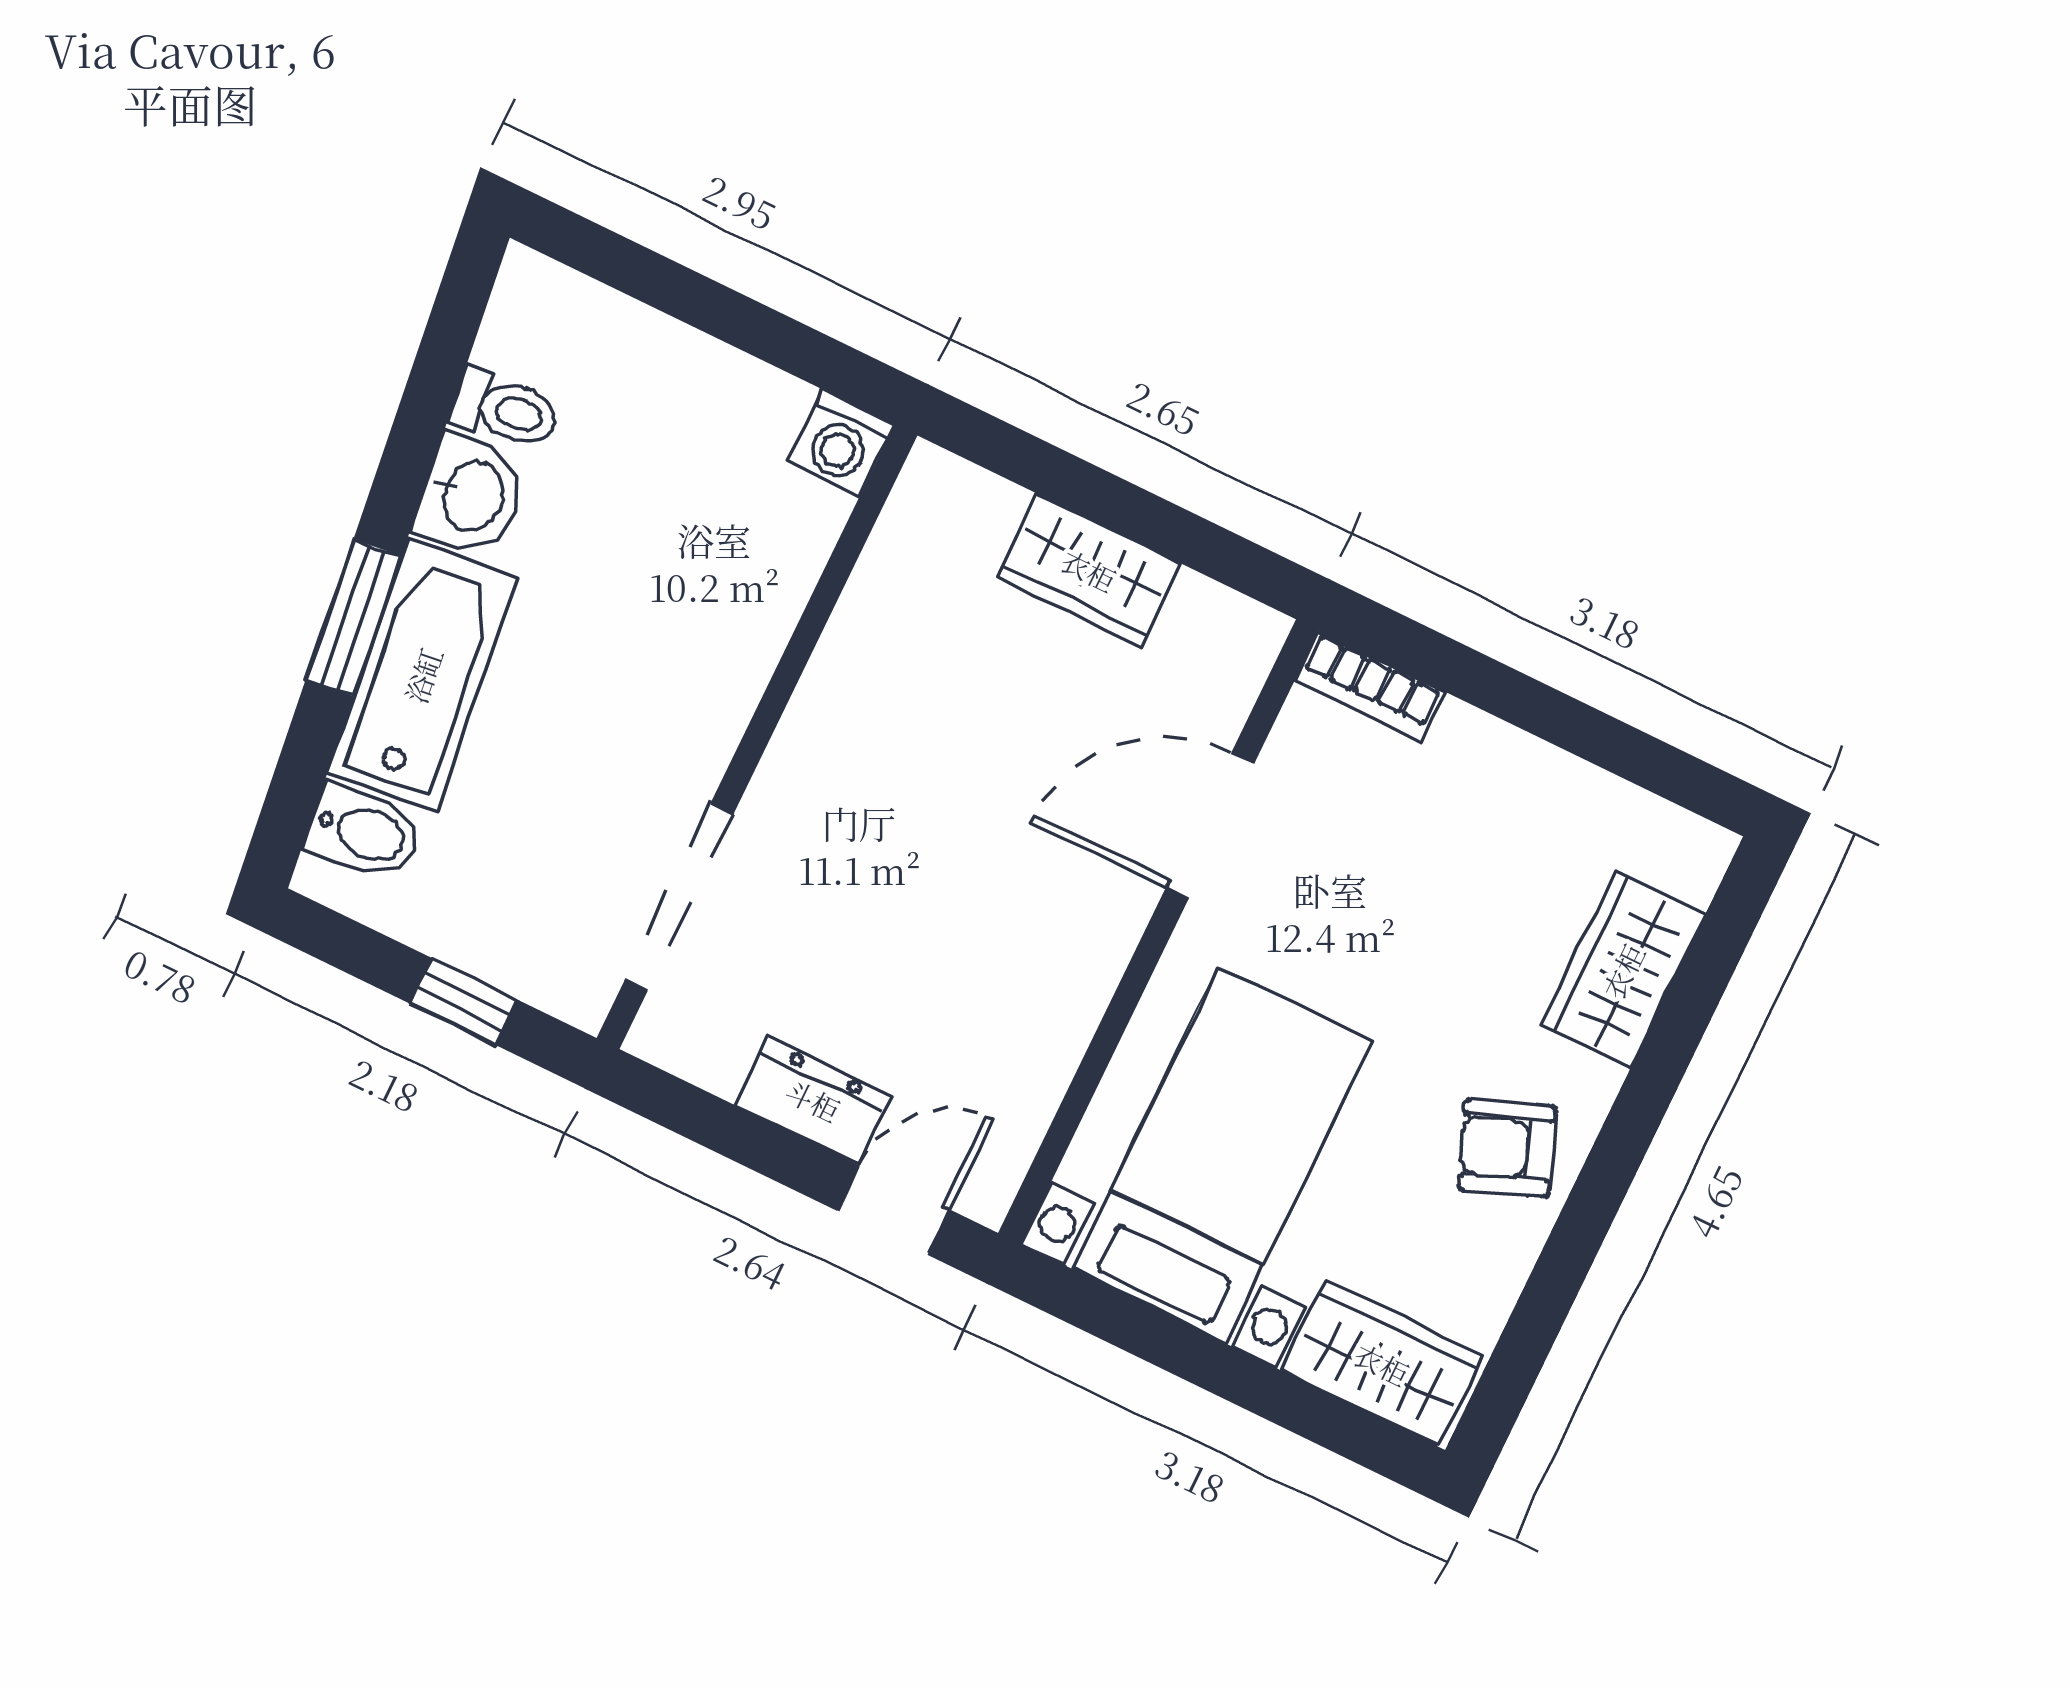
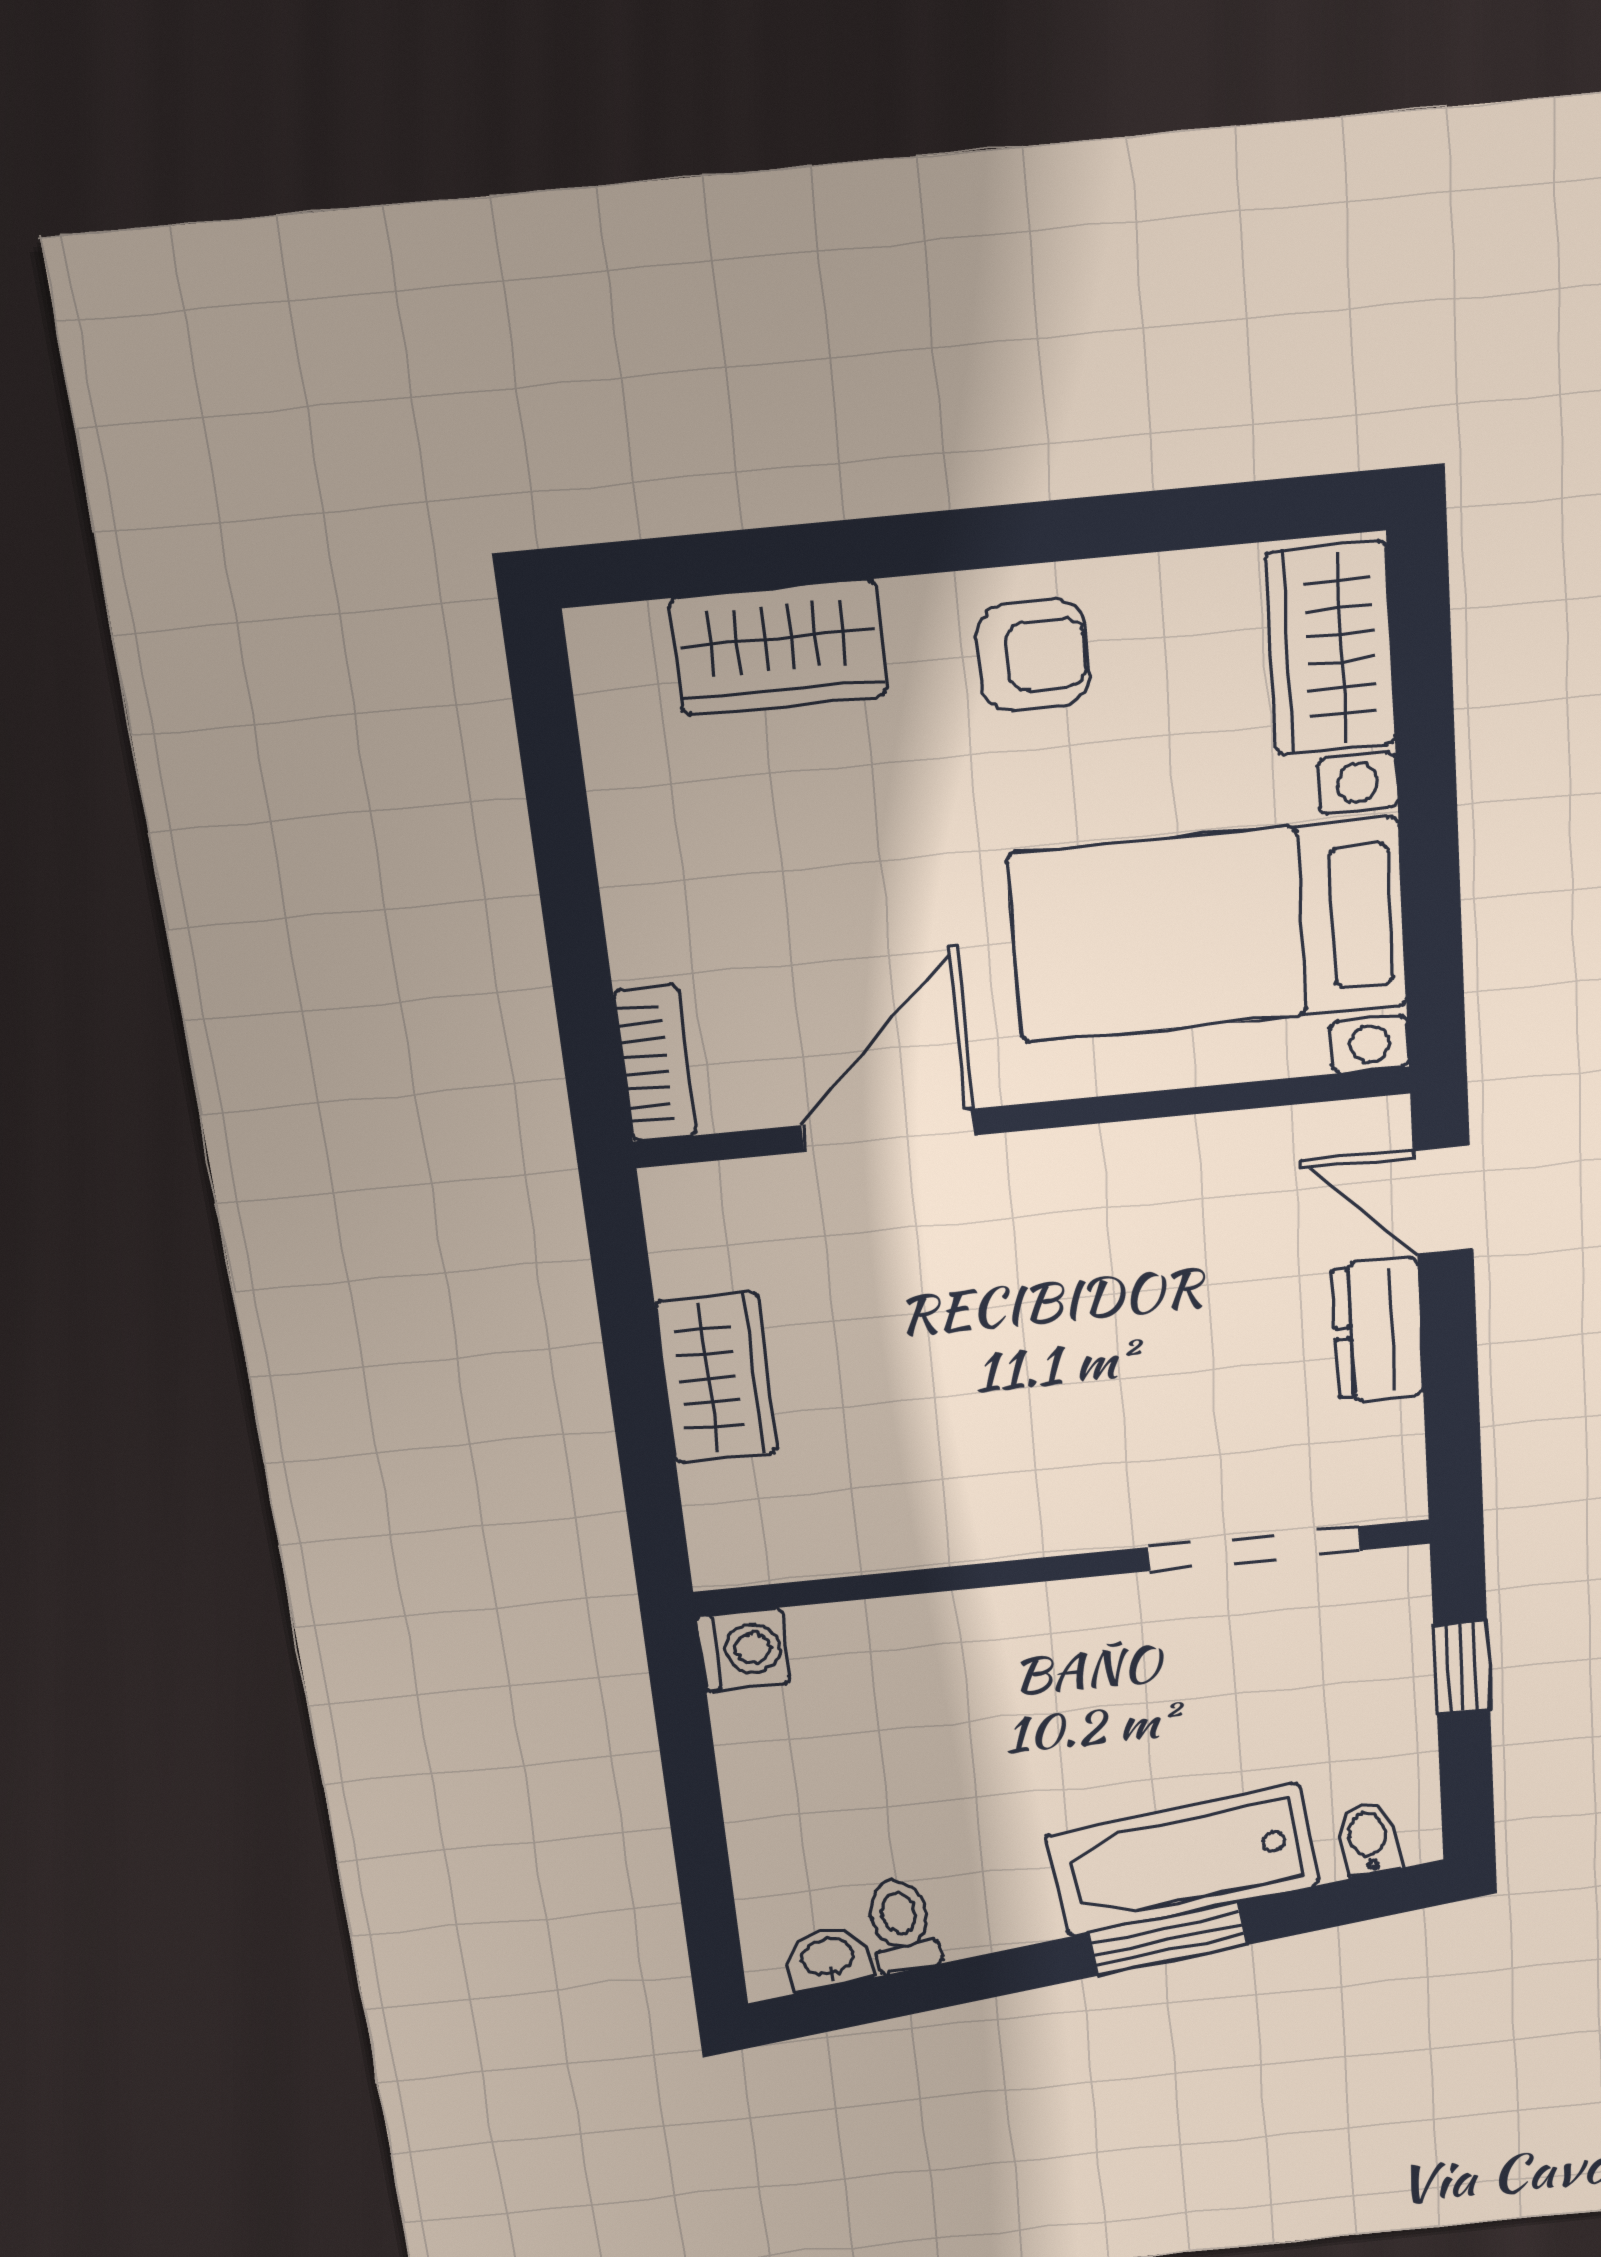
washbasin: (471, 495) -> (828, 1958), moved, width x0.72, depth x0.69
door: (1210, 825) -> (888, 1130), swing flipped
bidet: (364, 832) -> (1368, 1839), width x0.72, depth x0.74
armchair: (1507, 1148) -> (1033, 656), turned -69

